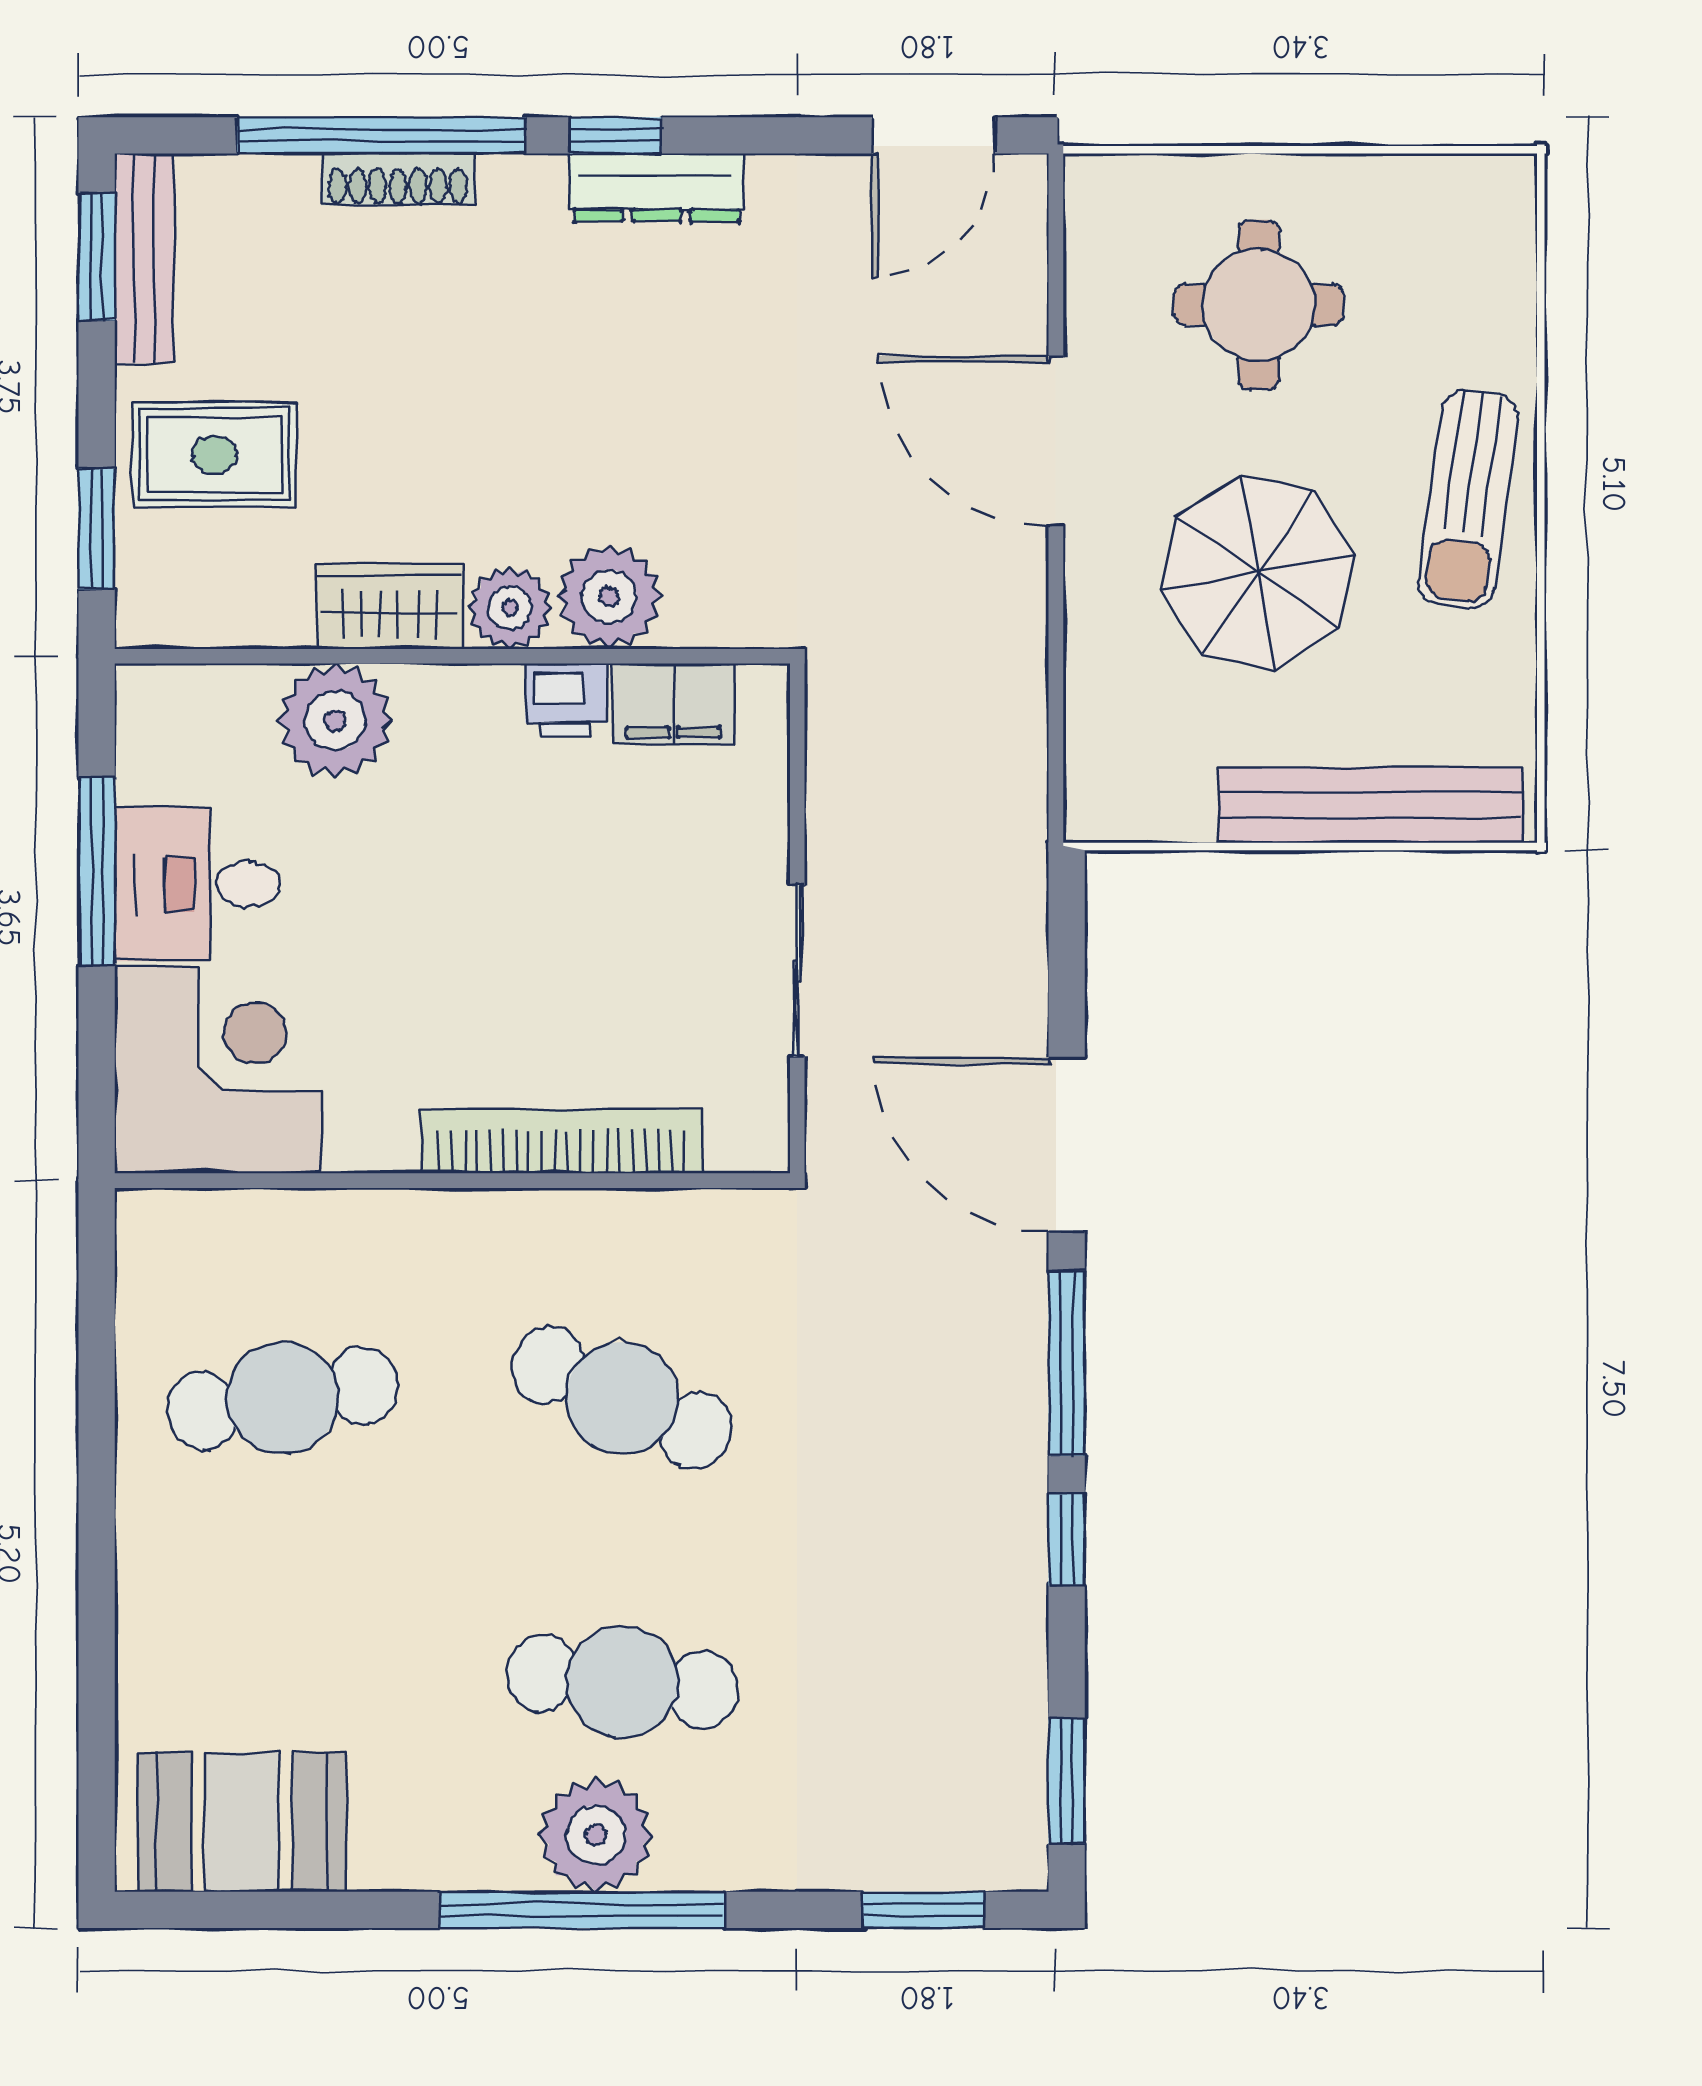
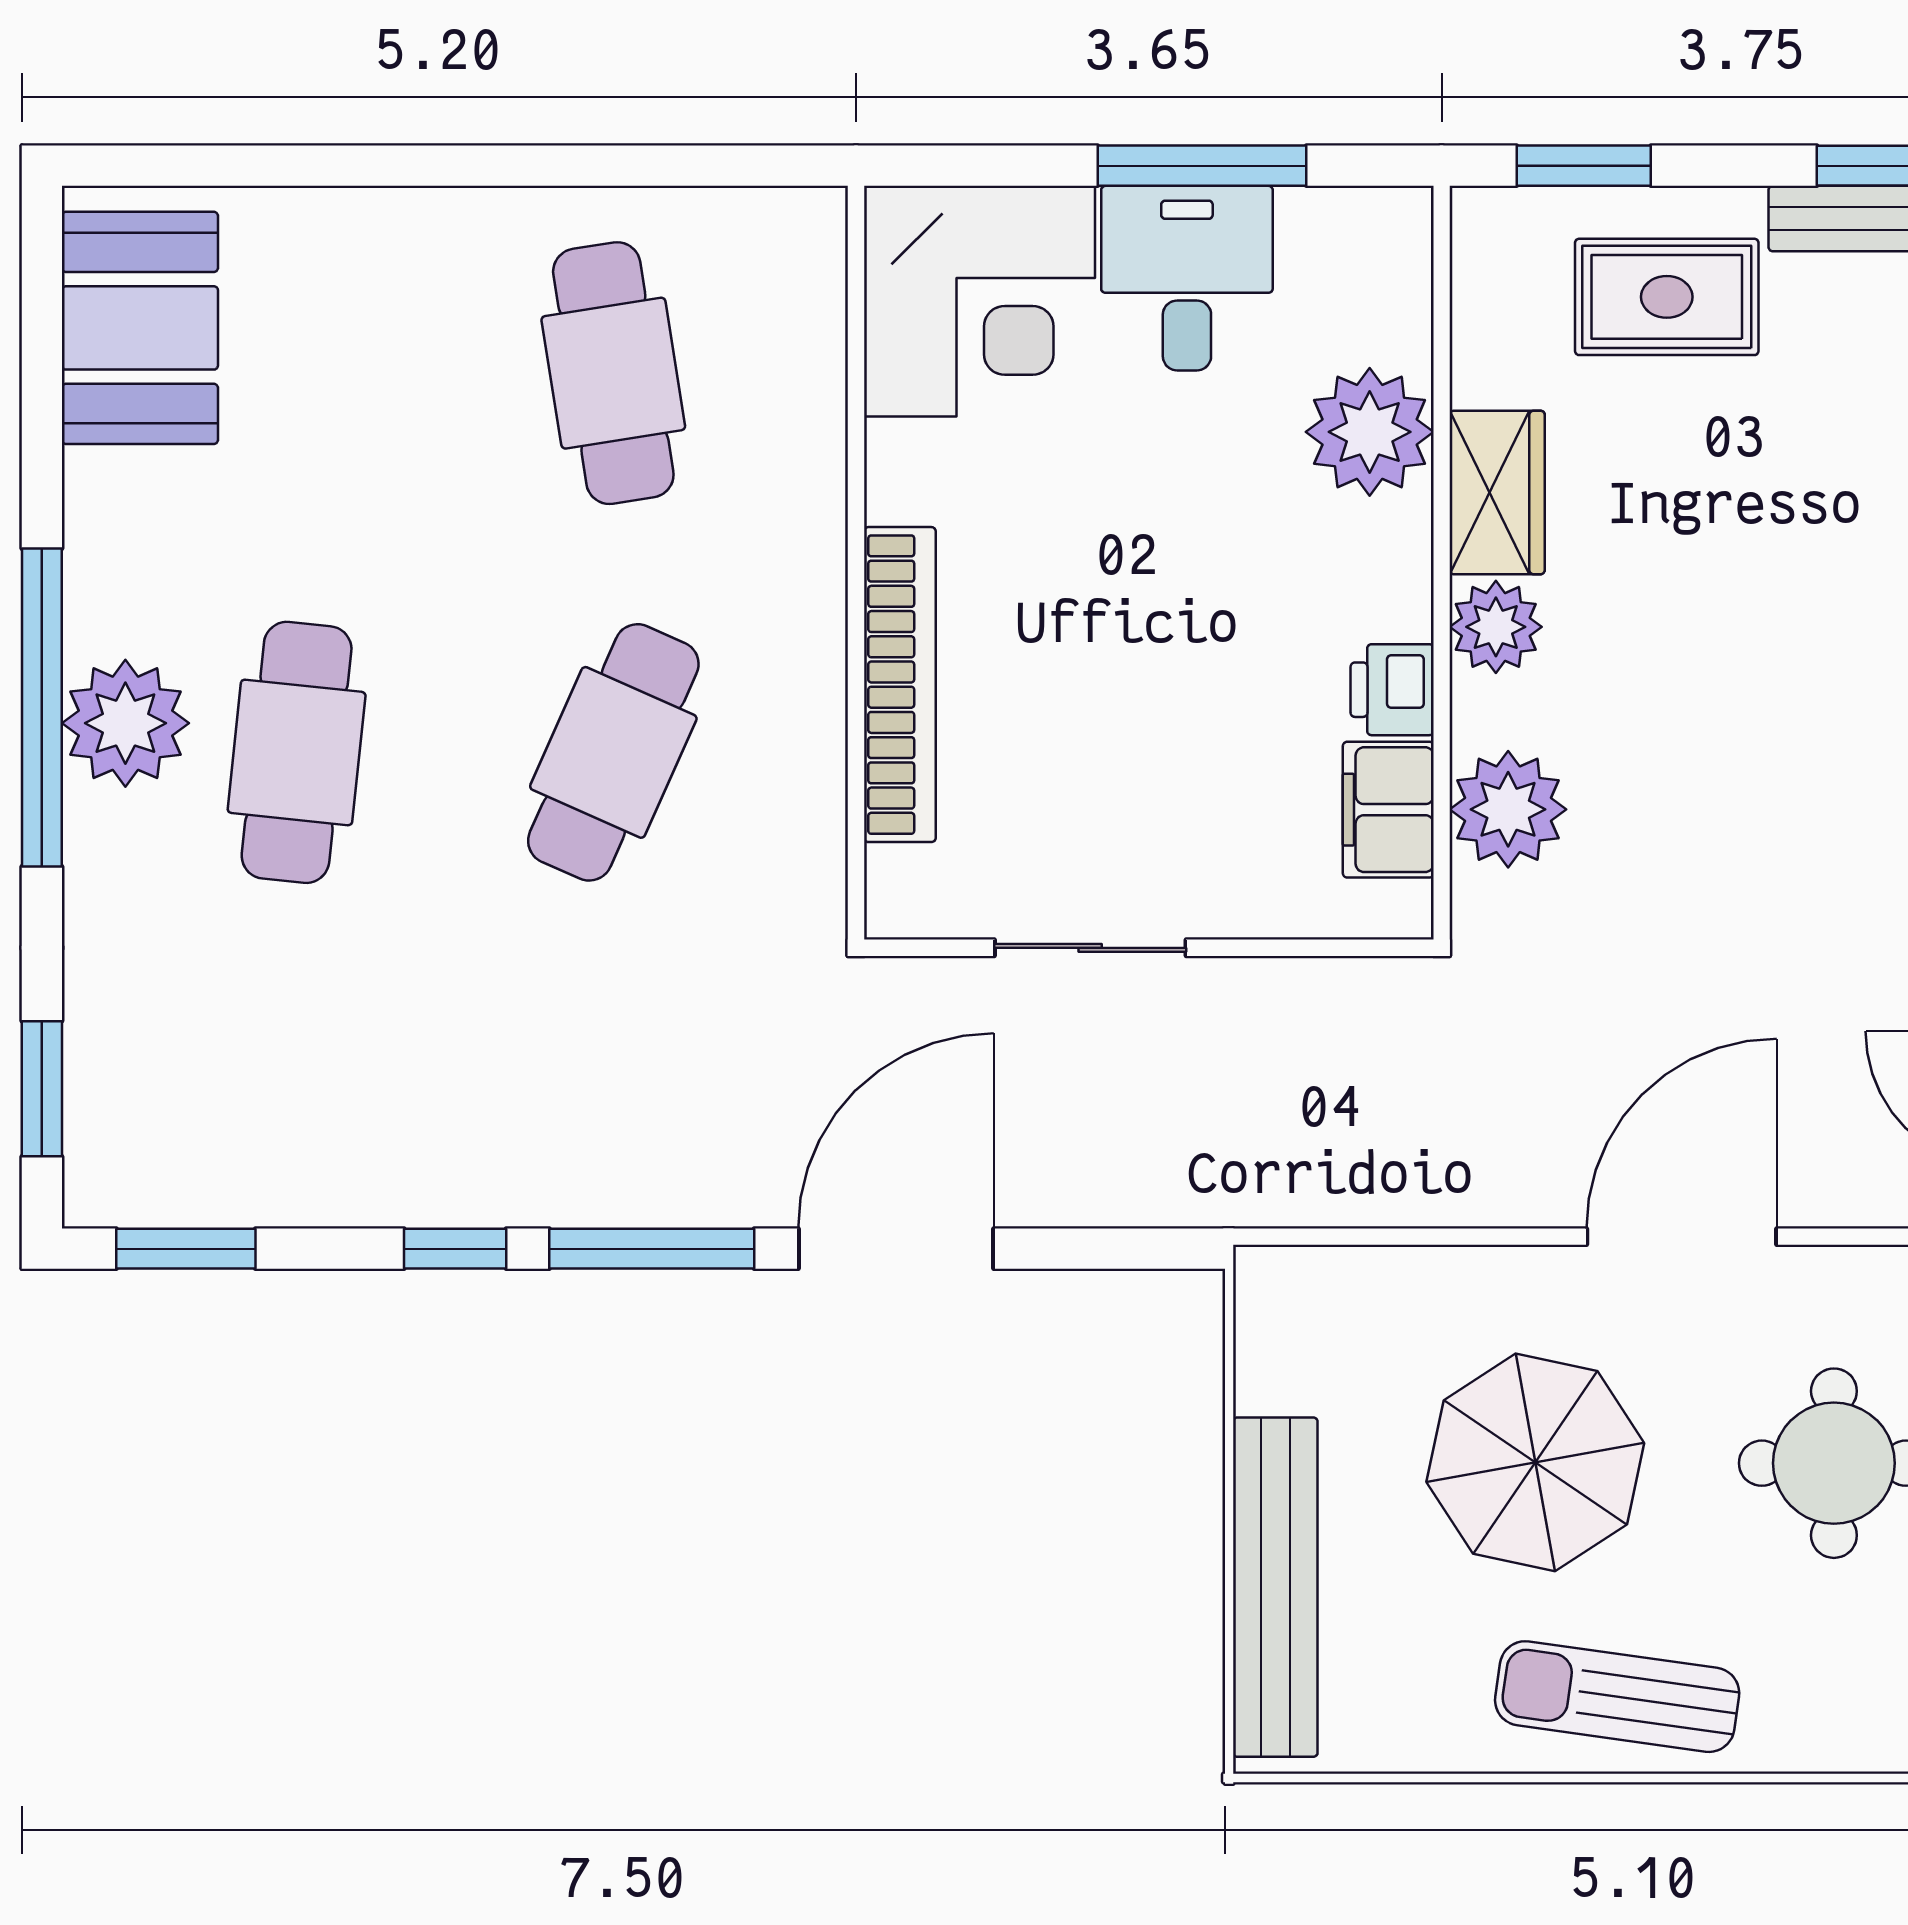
rug: (214, 454) -> (1667, 297), turned 90
plant: (609, 597) -> (1508, 809), moved

